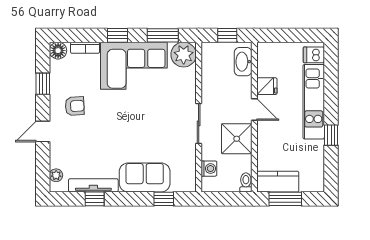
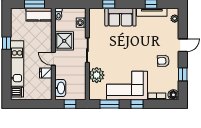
plant: (184, 55) -> (97, 75), moved

